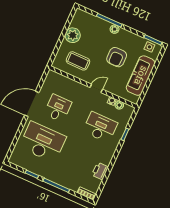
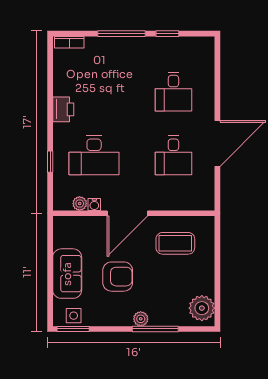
plant: (73, 35) -> (202, 308), moved
armchair: (117, 57) -> (118, 277), turned 90
sofa: (141, 76) -> (67, 274), width x0.73
door: (96, 88) -> (127, 213), width x1.88
desk: (43, 142) -> (173, 92), width x0.53, depth x0.77
printer: (100, 171) -> (63, 109), moved

